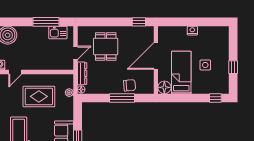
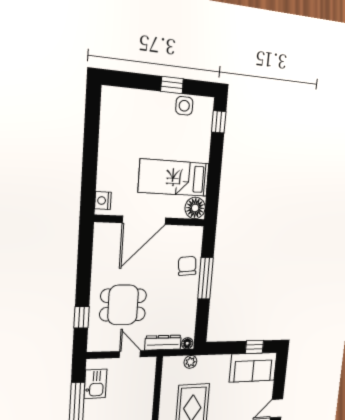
window: (139, 22) -> (82, 317), moved
nightstand: (192, 31) -> (103, 201), moved
door: (156, 56) -> (144, 220), hinge flipped
side table: (205, 65) -> (184, 106), moved

